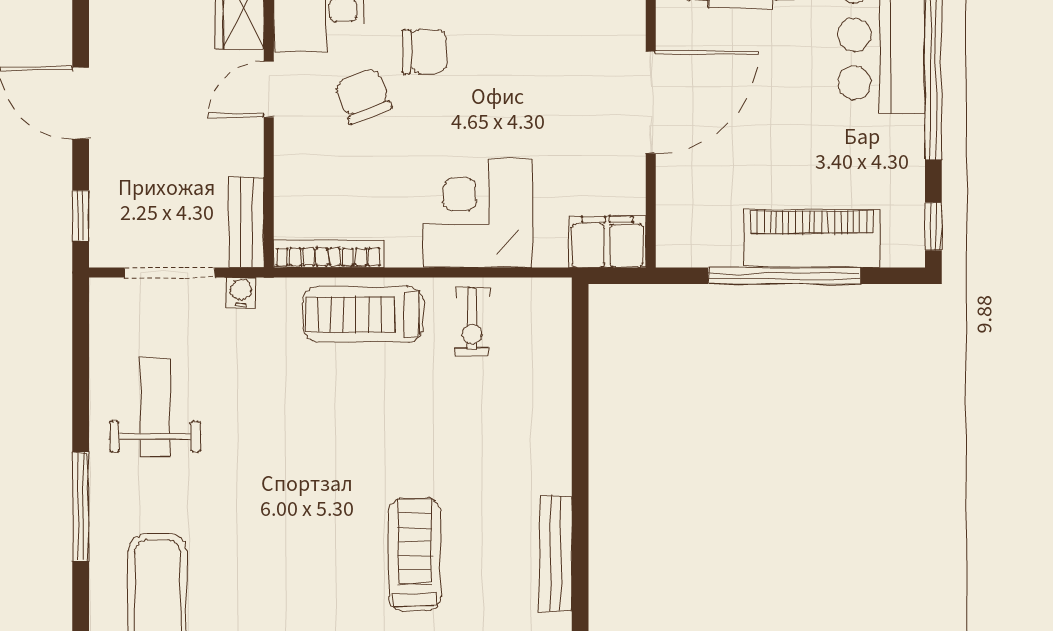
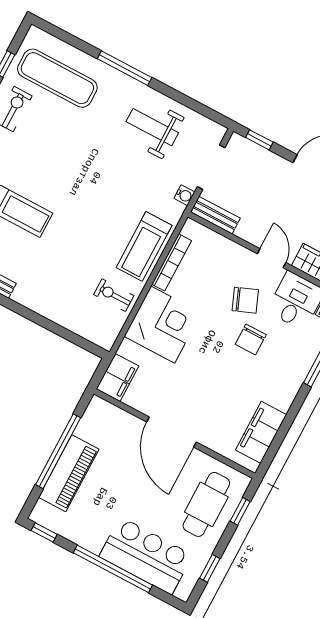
bookcase: (328, 254) -> (172, 262), moved
treadmill: (363, 314) -> (144, 246), turned 180
weight bench: (155, 407) -> (152, 127), turned 180

